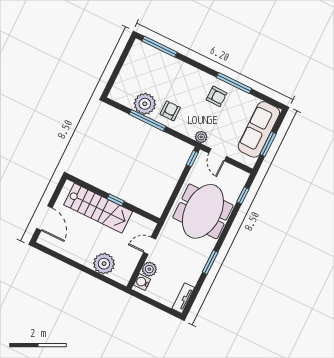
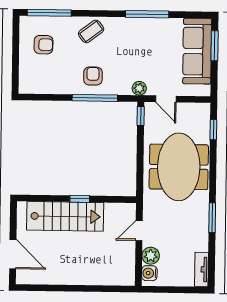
coffee table: (185, 76) -> (91, 31), added
armchair: (217, 96) -> (43, 45), moved
plant: (145, 104) -> (62, 81), removed
window: (148, 120) -> (95, 98), moved
window: (268, 144) -> (215, 46), moved
plant: (104, 264) -> (99, 273), removed

